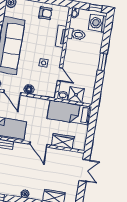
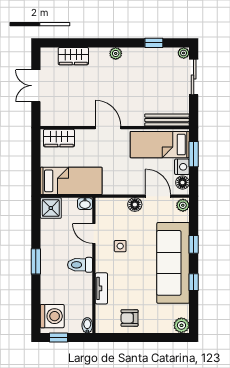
toilet: (76, 34) -> (80, 265), moved
shower: (76, 95) -> (51, 208), moved
wardrobe: (63, 141) -> (59, 138), moved
double door: (84, 170) -> (36, 86), moved

